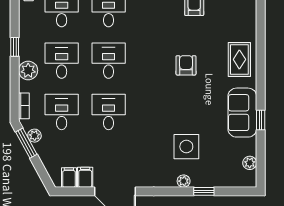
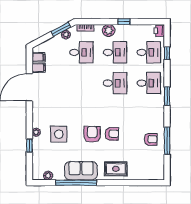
armchair: (187, 96) -> (92, 134), added
desk: (109, 112) -> (81, 83), removed
window: (261, 120) -> (76, 183), width x3.17

